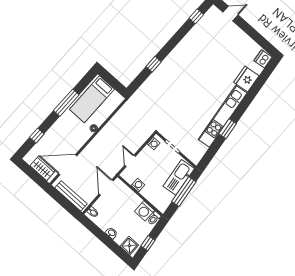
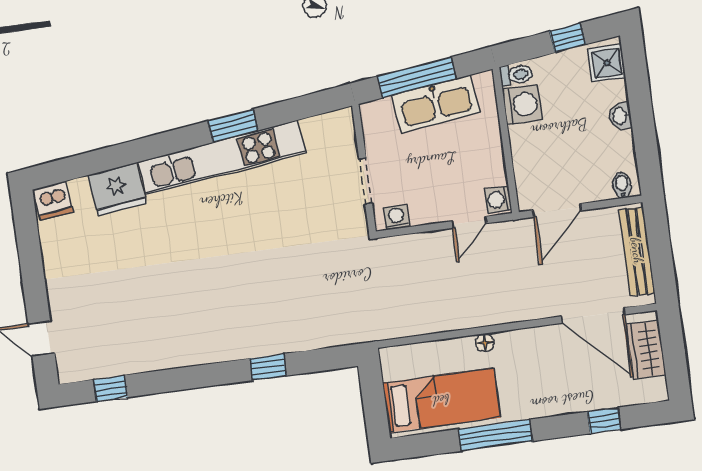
kitchen sink: (179, 177) -> (436, 104), moved
washing machine: (138, 185) -> (498, 200), moved

